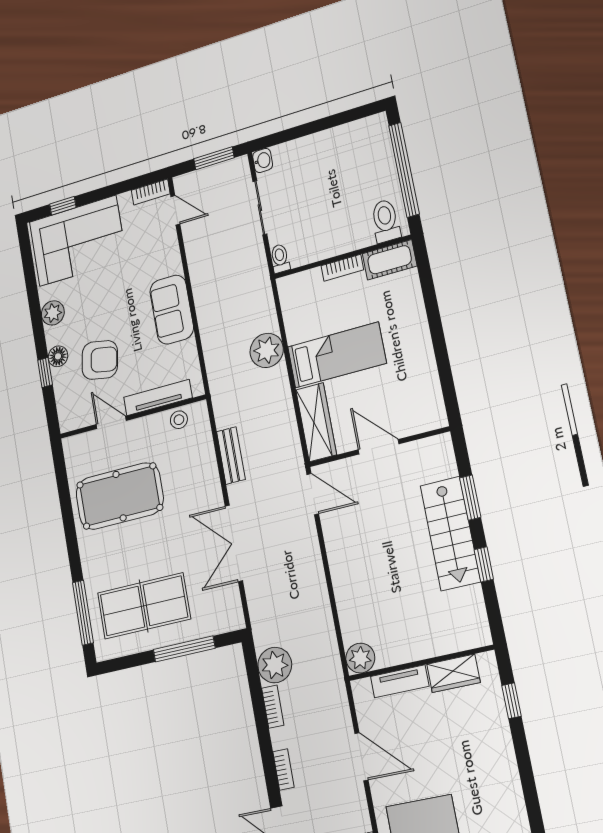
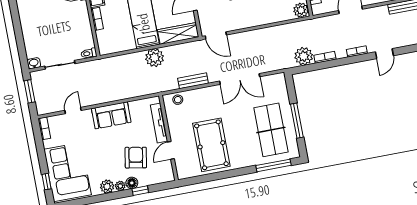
door: (175, 210) -> (73, 110), moved
plant: (53, 336) -> (120, 186), added
plant: (267, 350) -> (155, 58), moved
stool: (179, 420) -> (178, 100), moved
door: (313, 494) -> (216, 35), swing flipped
window: (184, 649) -> (297, 121), moved

